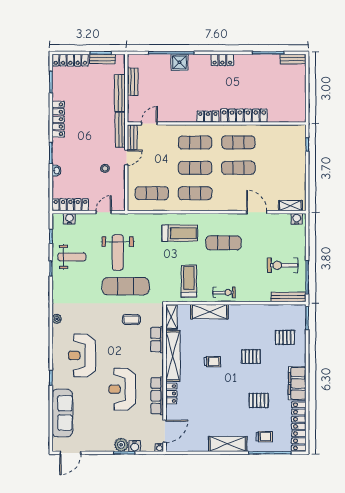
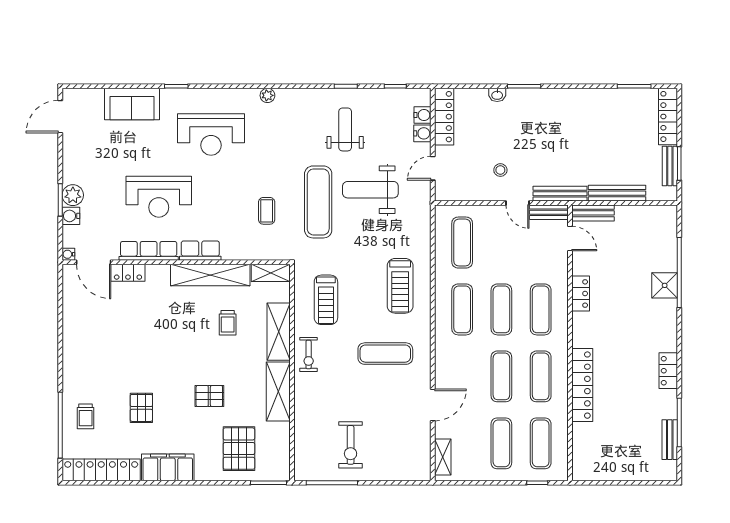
bench: (293, 59) -> (670, 440), moved
locker: (222, 60) -> (668, 371), moved
bench: (133, 82) -> (593, 213), moved
locker: (208, 117) -> (581, 294), moved
locker: (58, 119) -> (577, 98), removed
exercise mat: (282, 142) -> (541, 443), added
exercise mat: (282, 168) -> (501, 443), added
door: (104, 212) -> (433, 168), swing flipped
water cooler: (297, 219) -> (422, 133), moved
exercise mat: (224, 243) -> (385, 354), turned 90
weight bench: (72, 257) -> (345, 129), moved, turned 180
exercise bike: (283, 265) -> (351, 445), turned 180
treadmill: (189, 281) -> (326, 300), turned 90
bench: (288, 297) -> (301, 454), removed
pallet: (285, 337) -> (239, 449), width x1.50, depth x1.42
row of seats: (157, 340) -> (200, 251), moved
reception desk: (82, 355) -> (211, 134), turned 180
pallet: (251, 357) -> (209, 396), turned 90
trolley: (212, 362) -> (228, 323), moved
reception desk: (122, 389) -> (159, 197), turned 180
locker: (171, 394) -> (128, 273), moved
sofa: (62, 413) -> (132, 104), width x0.73
shelving: (228, 444) -> (278, 392), moved
door: (70, 453) -> (60, 117), hinge flipped

